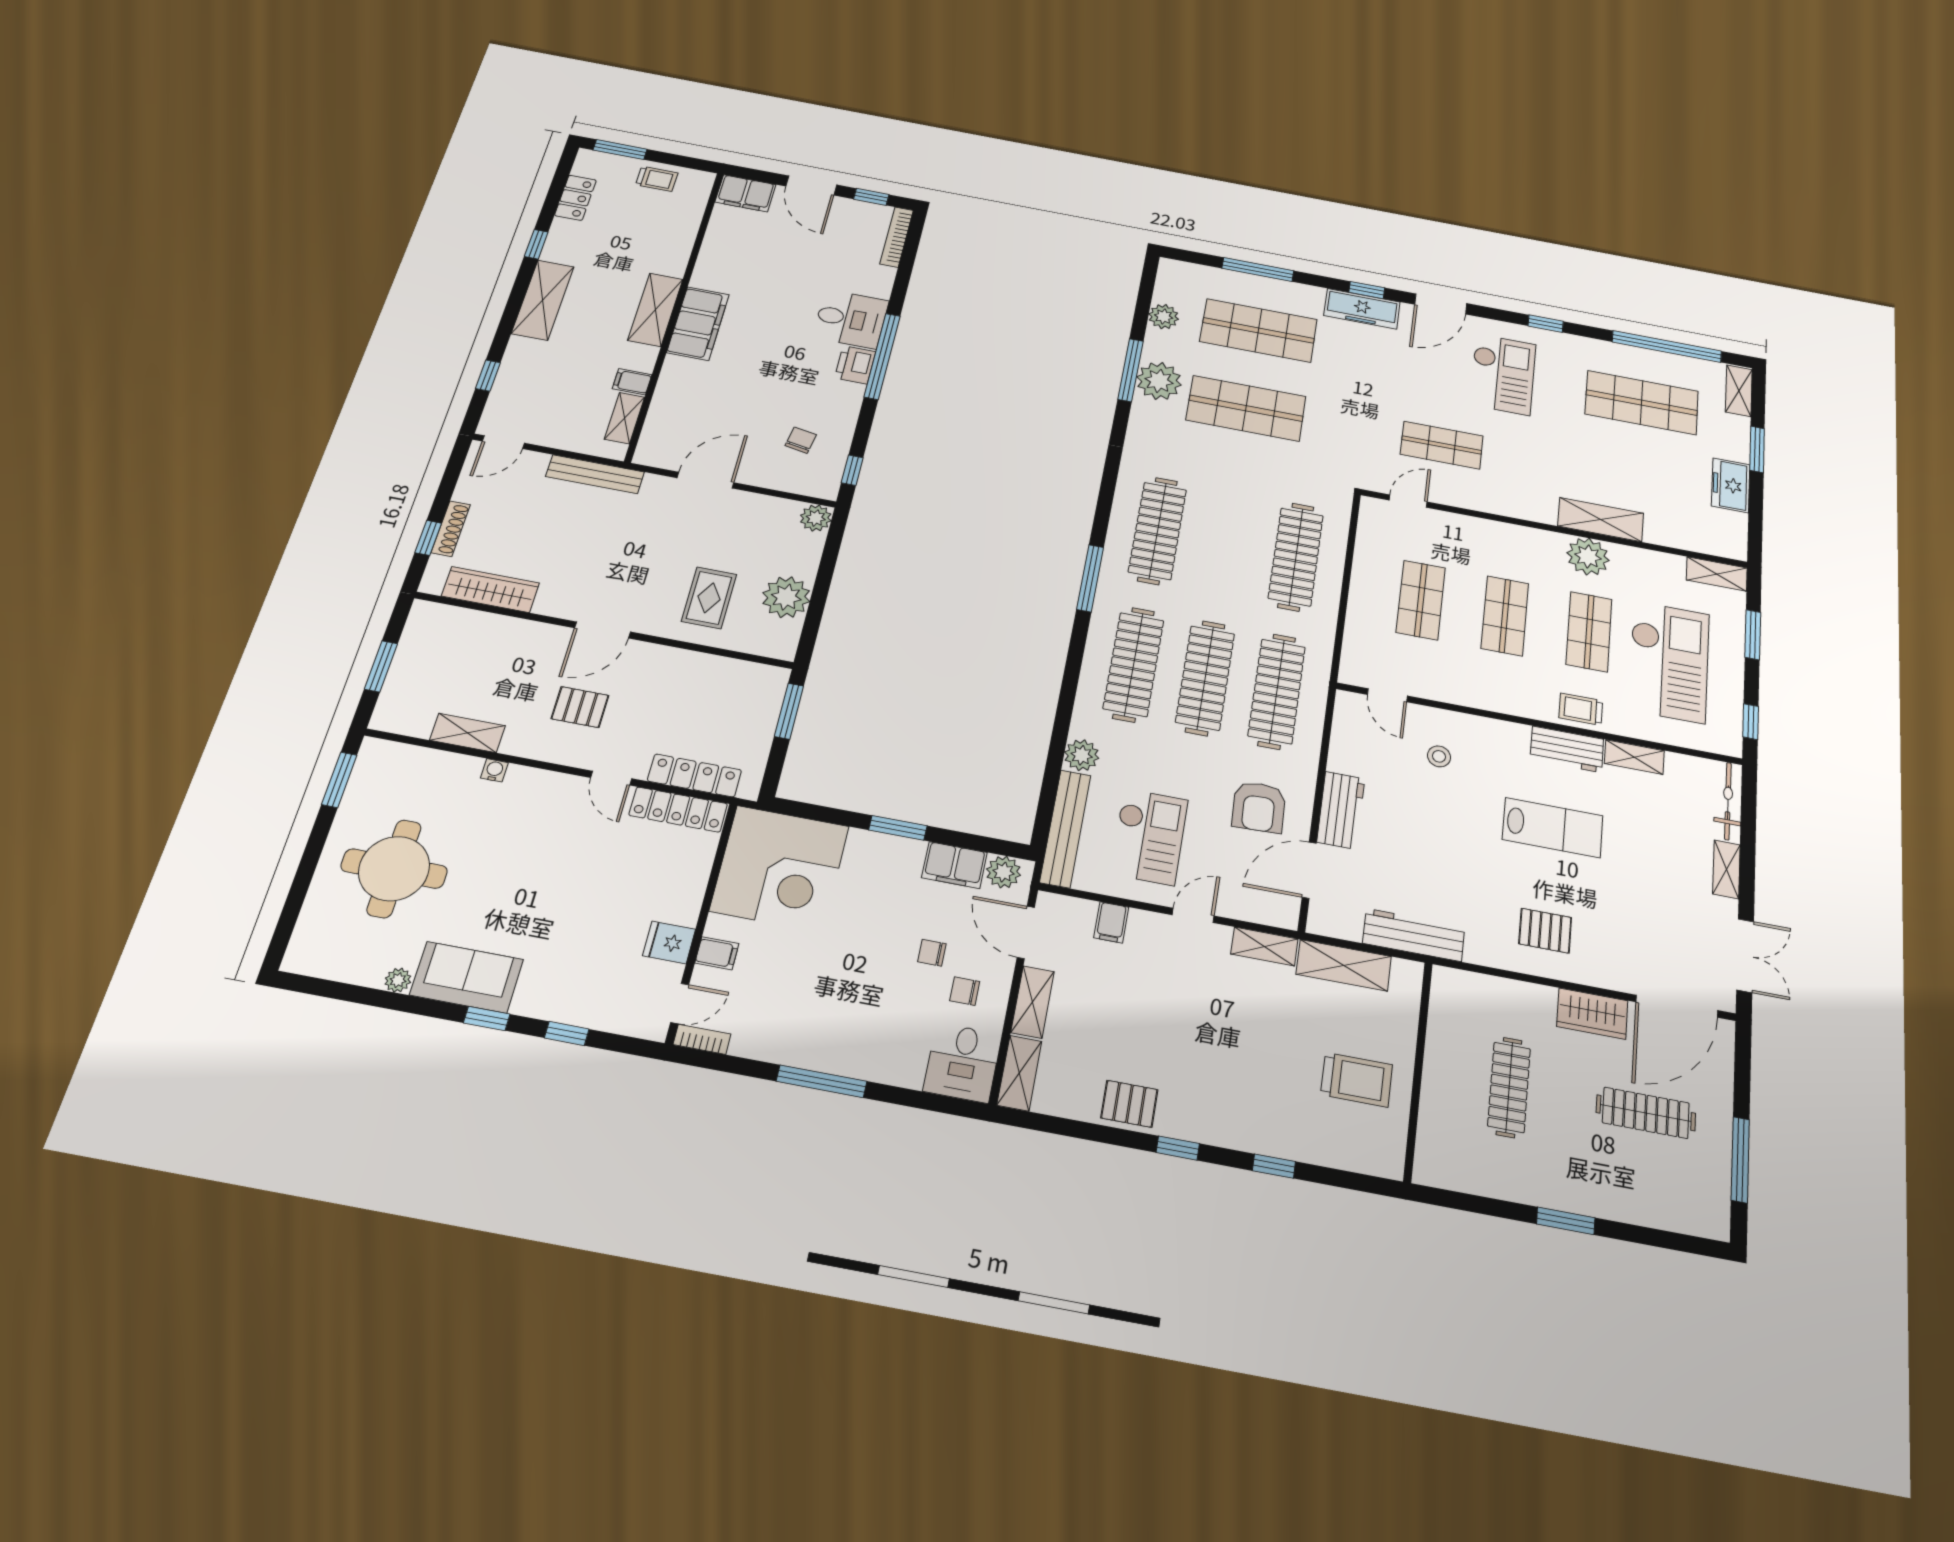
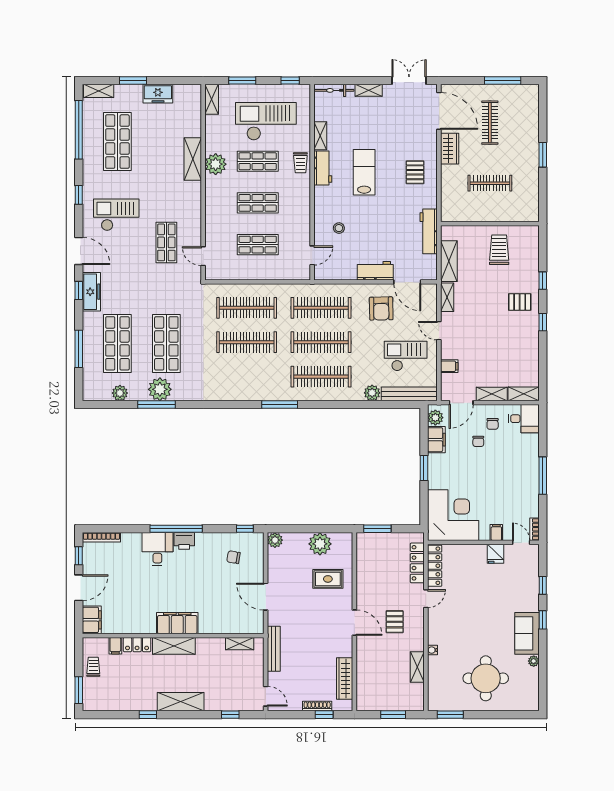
locker: (575, 198) -> (137, 645), moved, turned 180
filing cabinet: (632, 382) -> (115, 646), moved
clothes rail: (1157, 531) -> (247, 342), moved
armchair: (1259, 807) -> (381, 308), turned 91
pallet: (1129, 1104) -> (520, 302), moved, turned 90

